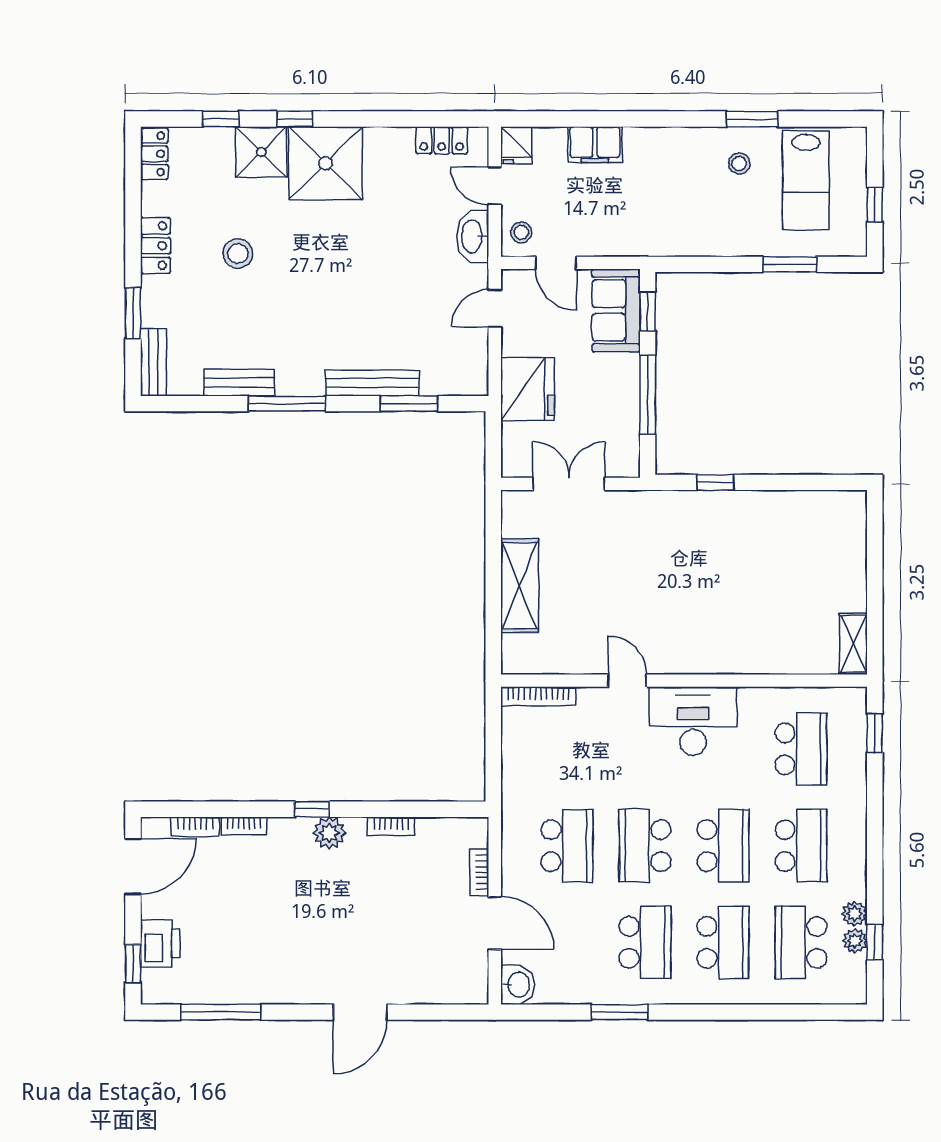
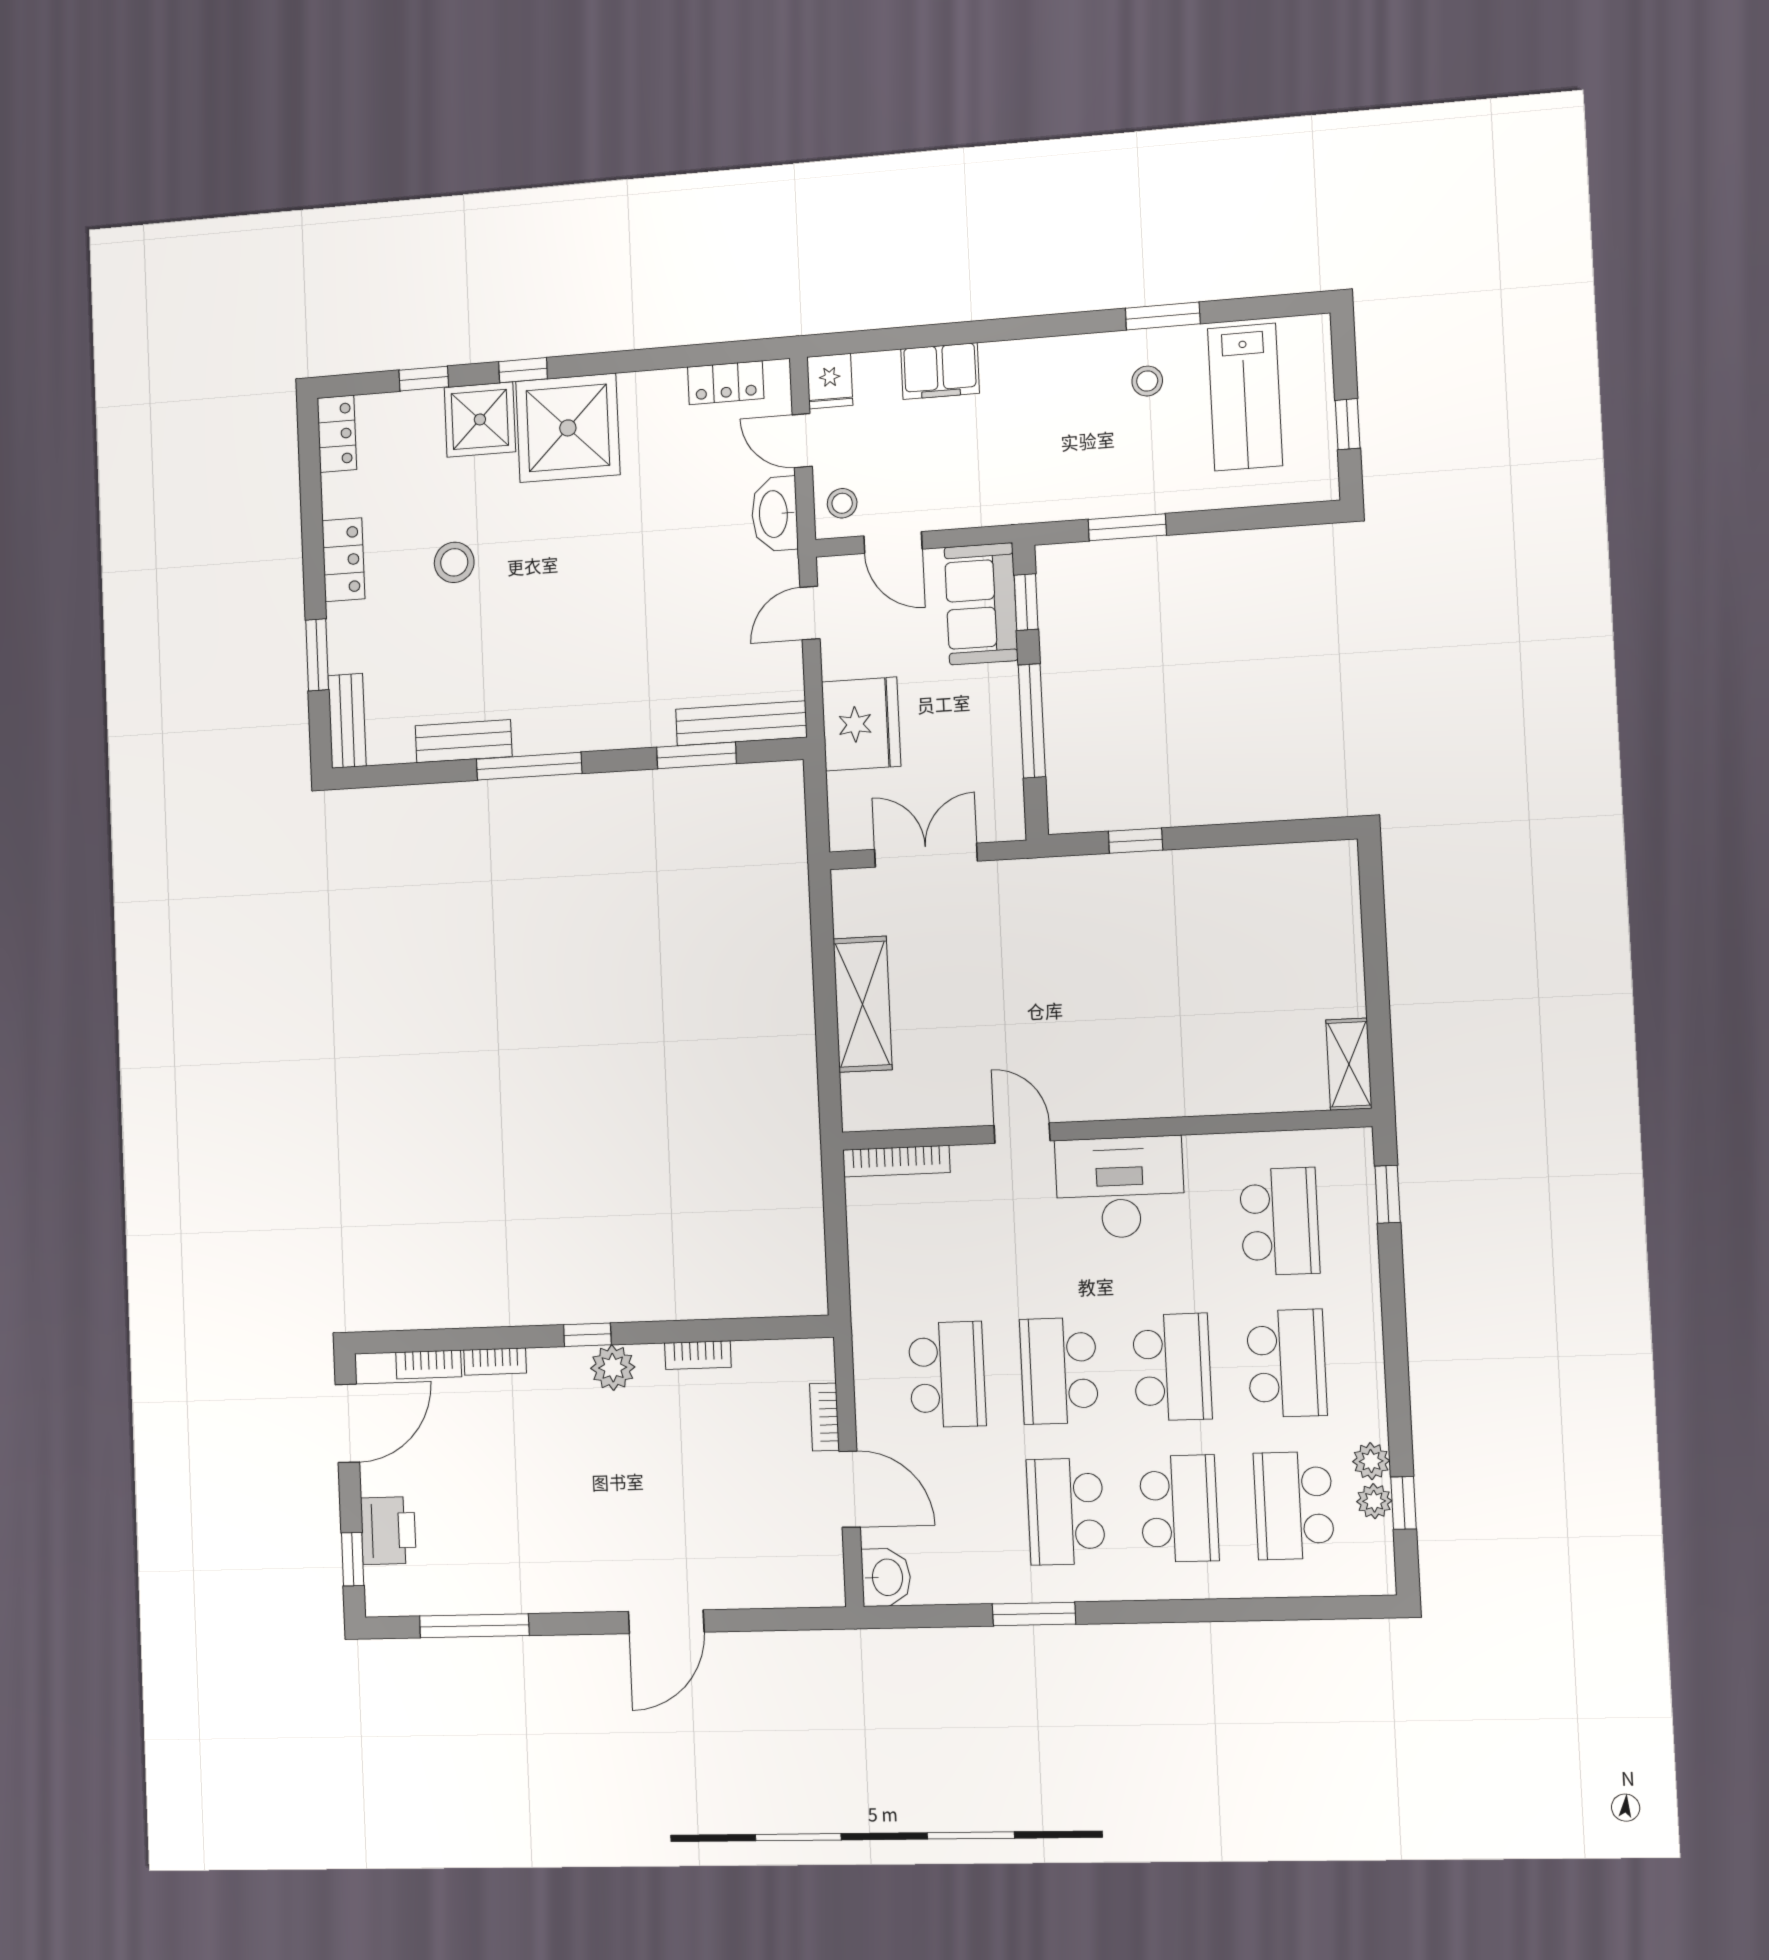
window: (790, 264) -> (1127, 527), moved
bench: (372, 383) -> (741, 723), moved
school desk: (645, 942) -> (1066, 1511), turned 180

